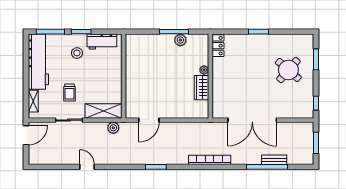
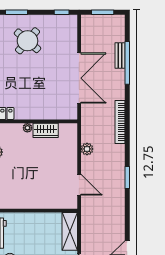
plant: (113, 128) -> (87, 149), moved

